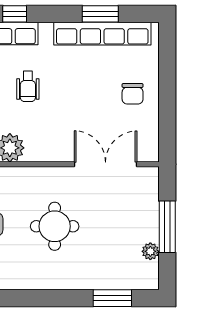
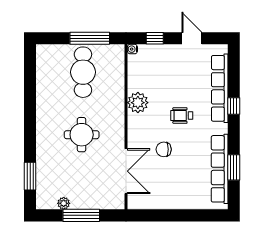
chair: (133, 94) -> (164, 149), moved

